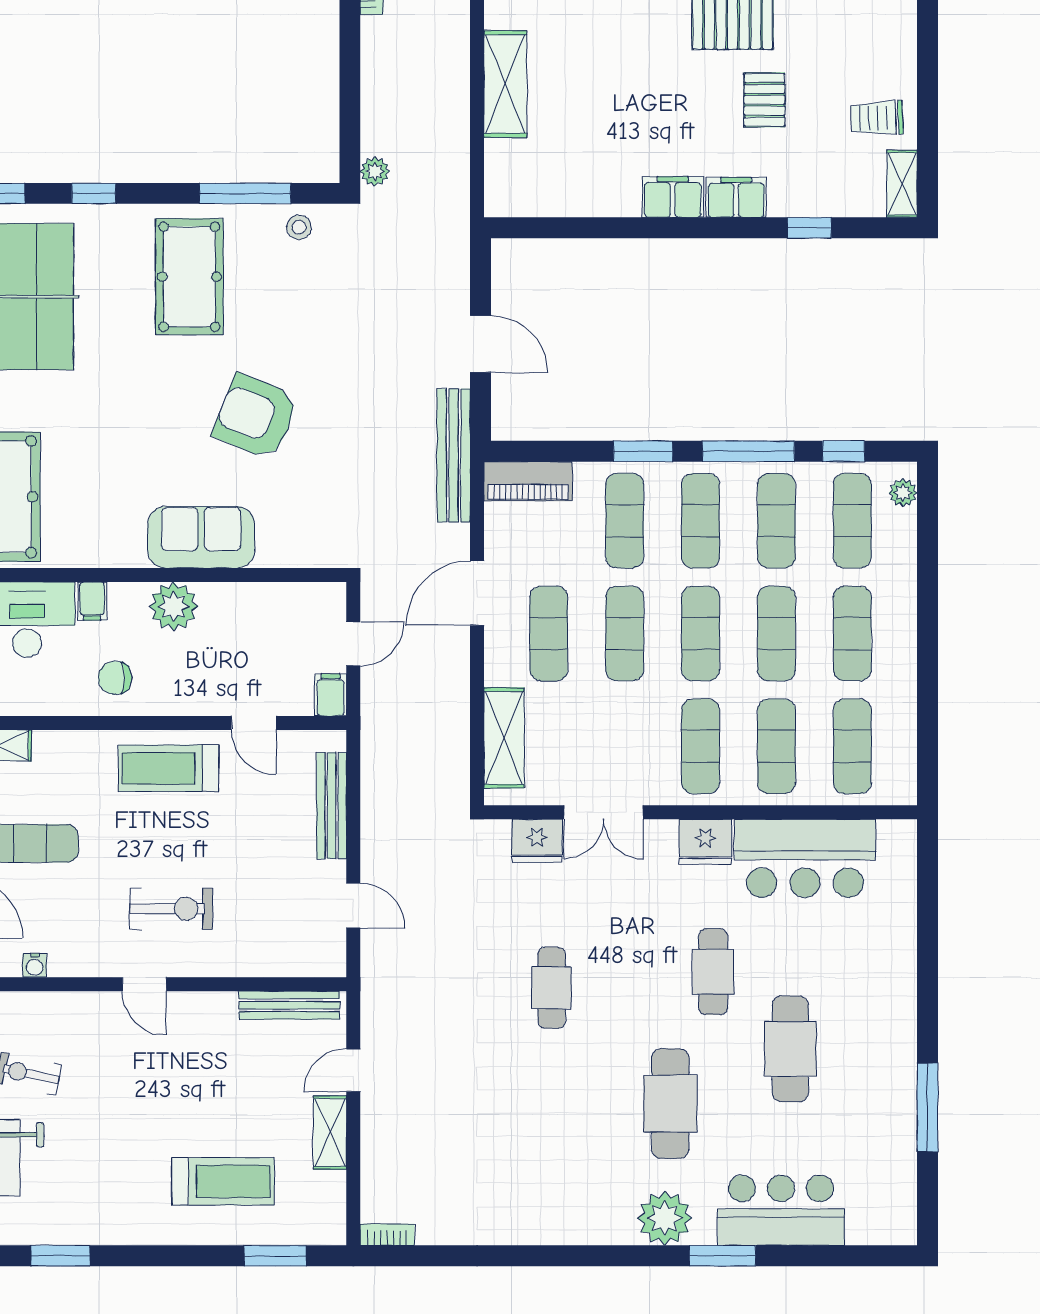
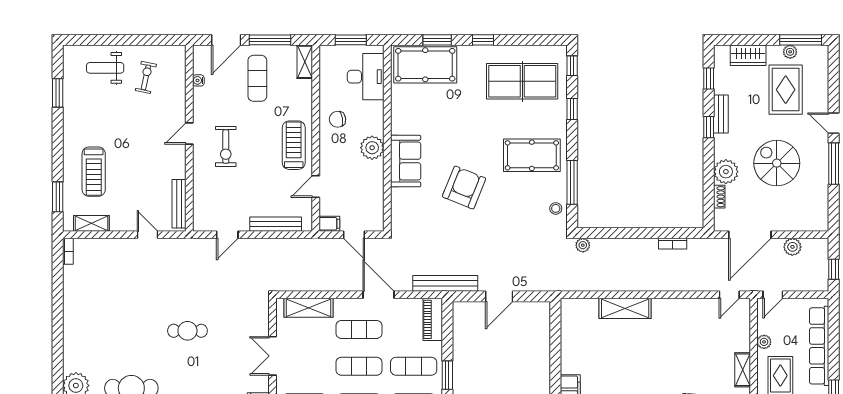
filing cabinet: (92, 601) -> (375, 108), removed
chair: (115, 678) -> (338, 119), turned -99
fridge: (537, 841) -> (259, 324), removed
shelving: (330, 1133) -> (91, 223), moved

